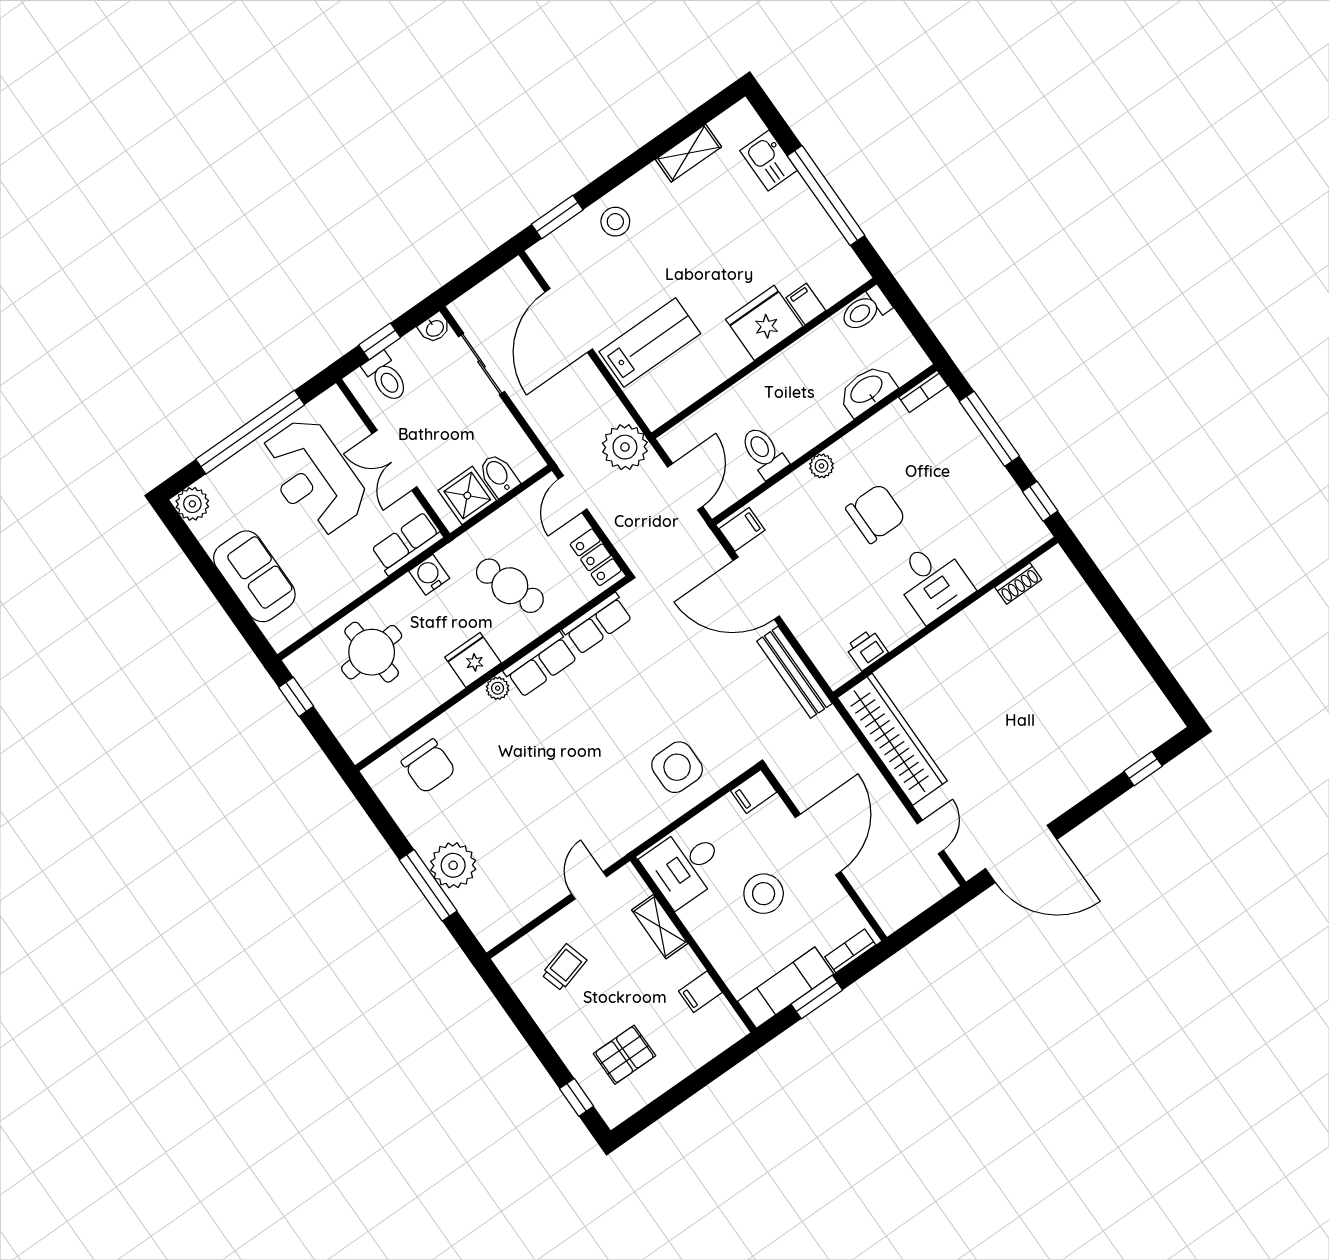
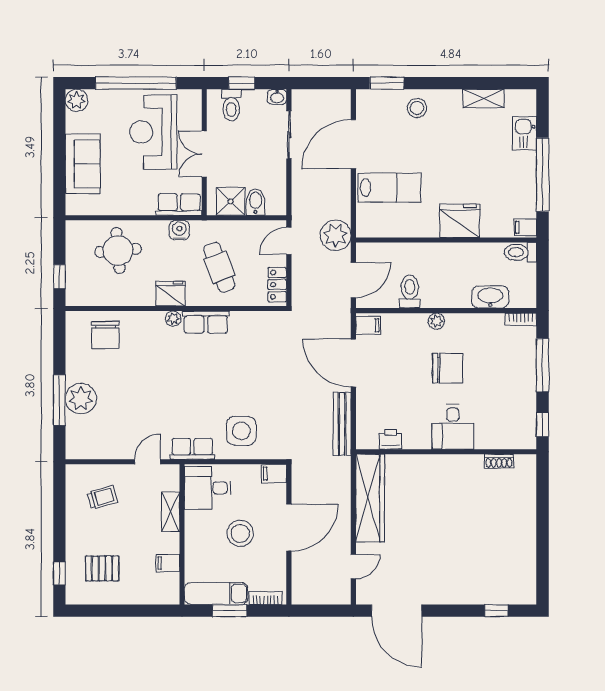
filing cabinet: (806, 304) -> (525, 227), moved, turned -90
row of seats: (598, 624) -> (192, 449), moved, turned 180
window: (296, 697) -> (59, 277), moved

